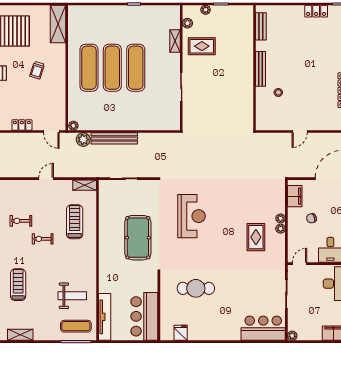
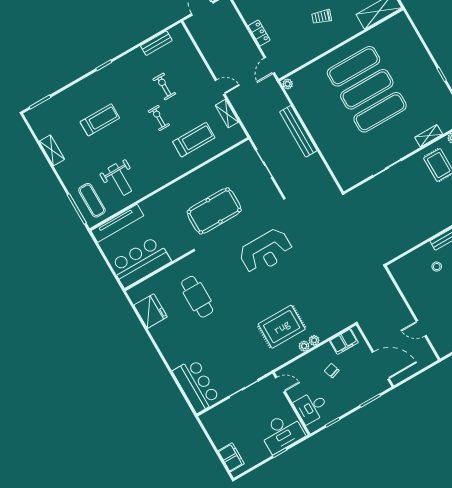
door: (300, 131) -> (421, 328), moved
plant: (83, 140) -> (280, 101), removed
shelving: (85, 185) -> (227, 114), moved
rug: (256, 237) -> (282, 327), width x1.36, depth x1.43
fridge: (181, 333) -> (151, 311), width x1.88, depth x1.34
plant: (292, 336) -> (205, 418), removed

